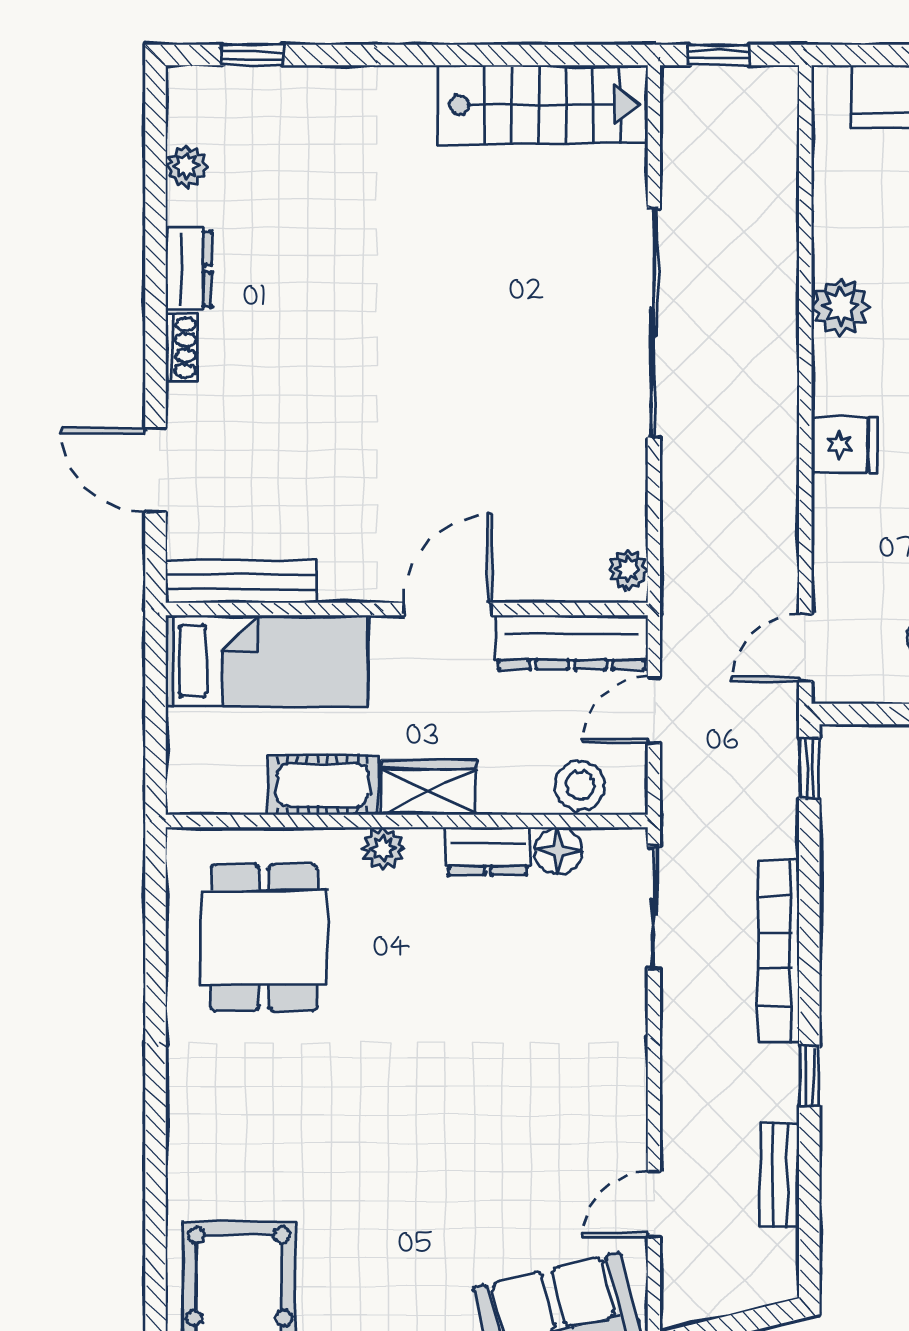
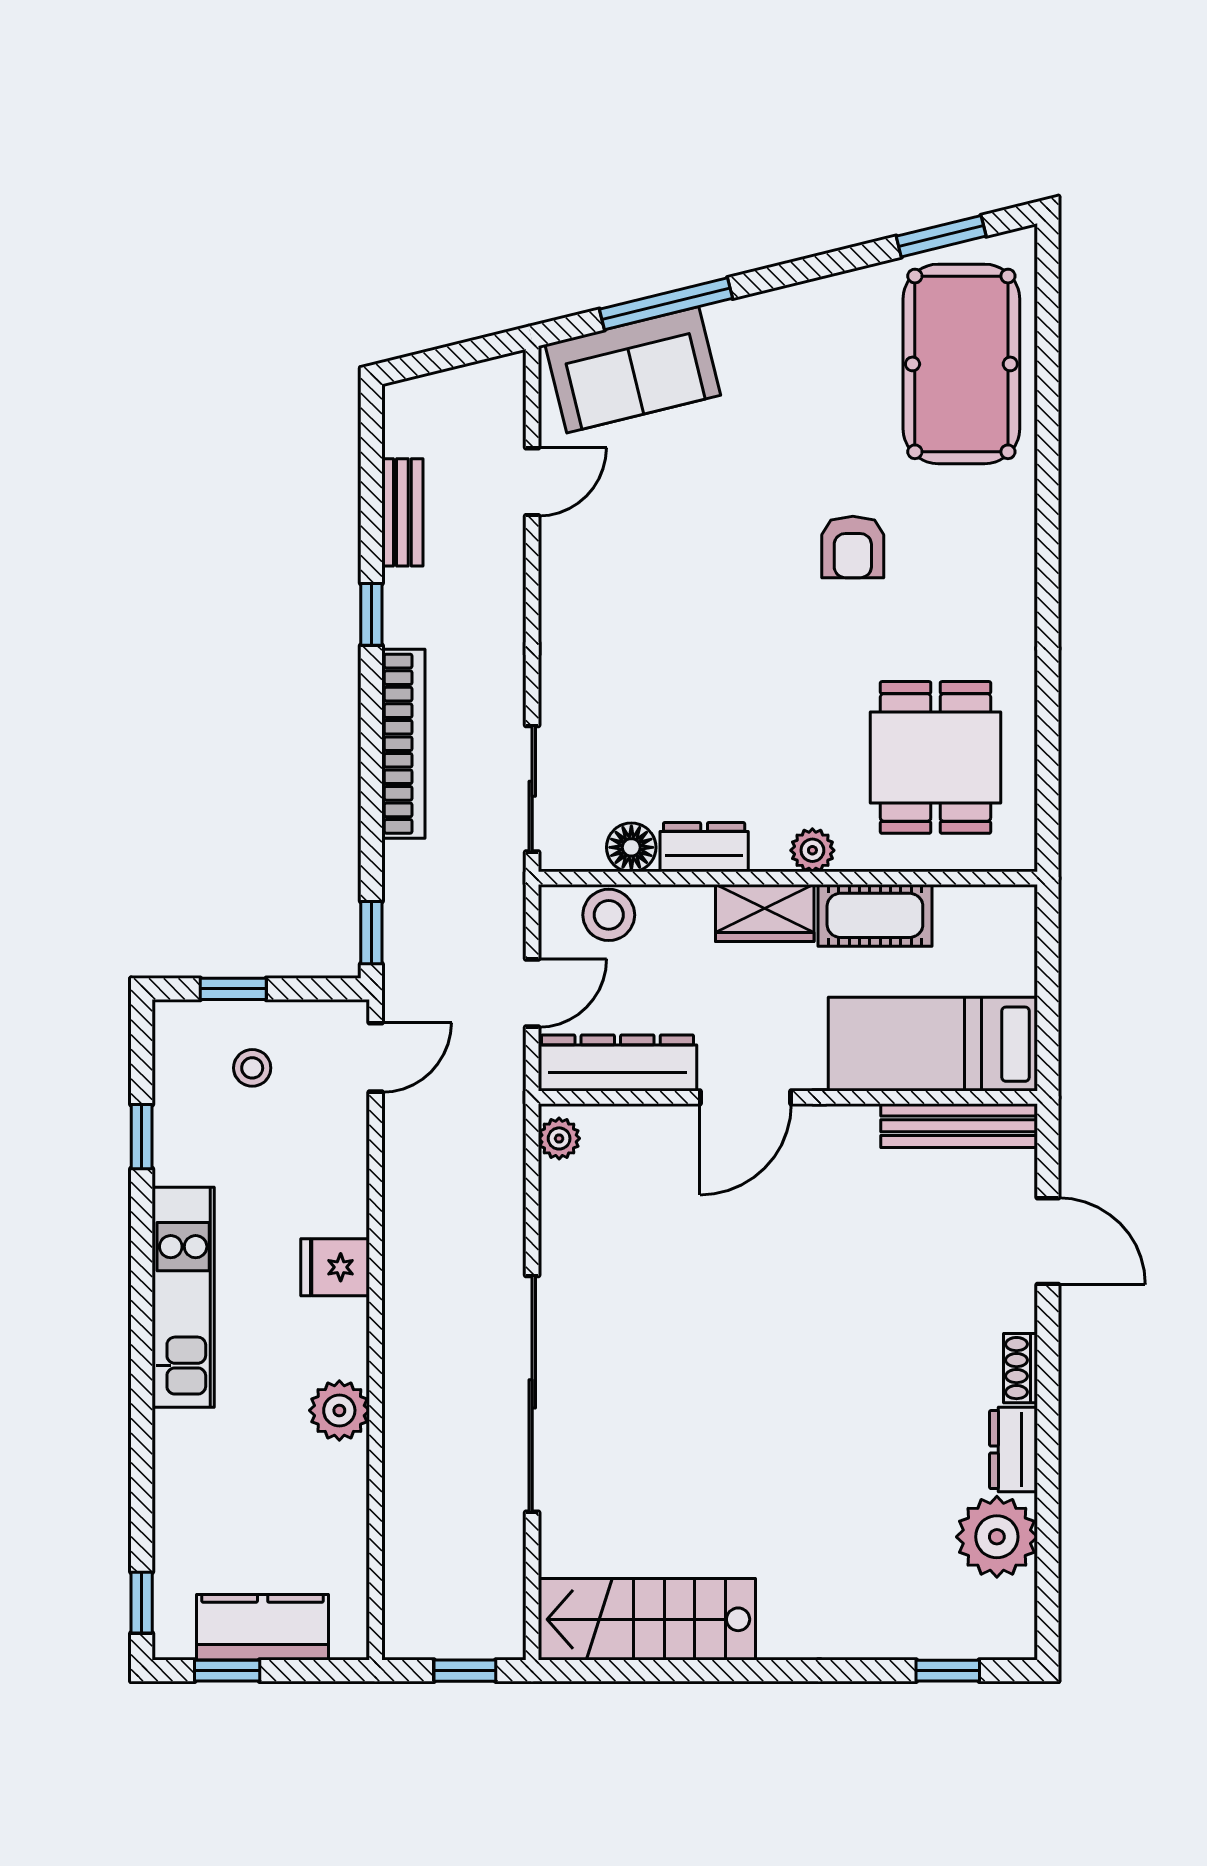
plant: (186, 166) -> (997, 1537), width x1.88, depth x1.88
armchair: (344, 1141) -> (853, 547), added

